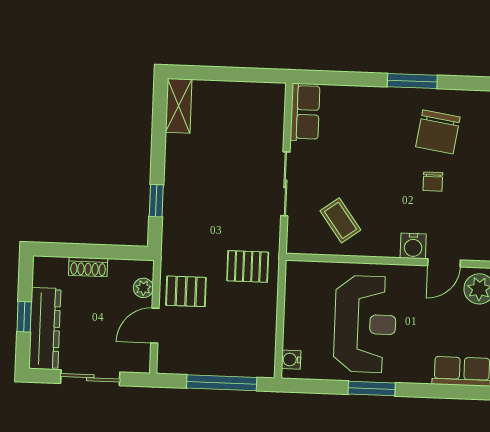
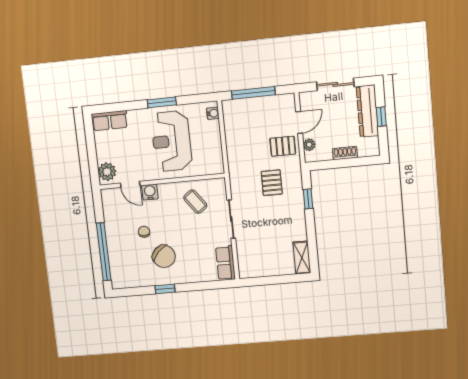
window: (412, 81) -> (165, 289), width x0.67
chair: (438, 132) -> (164, 256), moved, turned 125
door: (444, 263) -> (130, 184), swing flipped
pallet: (248, 266) -> (272, 183), moved, turned 90

